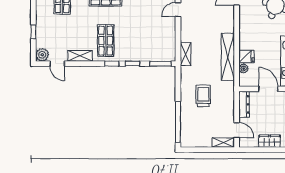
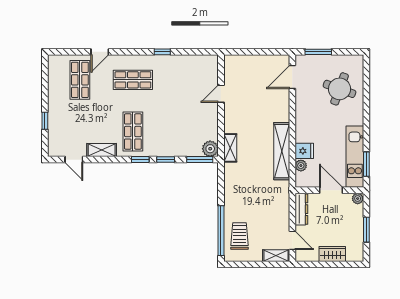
plant: (42, 55) -> (210, 149), moved
trolley: (203, 96) -> (239, 236), moved

